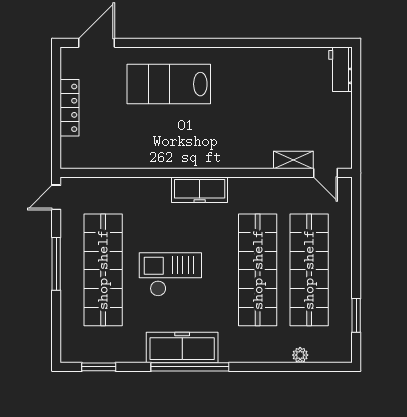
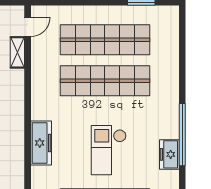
freezer: (200, 190) -> (41, 143), moved
freezer: (182, 347) -> (169, 154), width x0.52, depth x0.79
plant: (300, 355) -> (173, 47), removed

